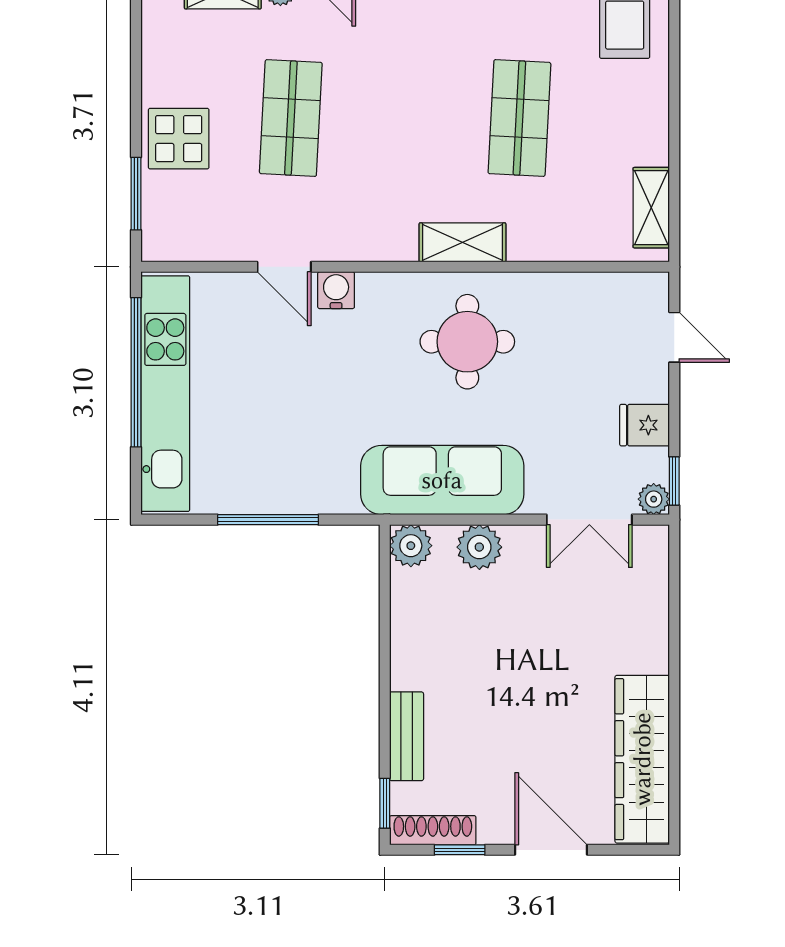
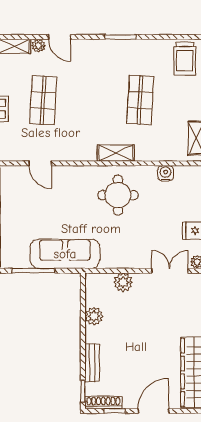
water cooler: (336, 290) -> (166, 173), moved
sofa: (442, 480) -> (65, 254), moved
double door: (589, 520) -> (170, 271), swing flipped
plant: (411, 546) -> (94, 316), moved
door: (551, 850) -> (154, 411), hinge flipped

